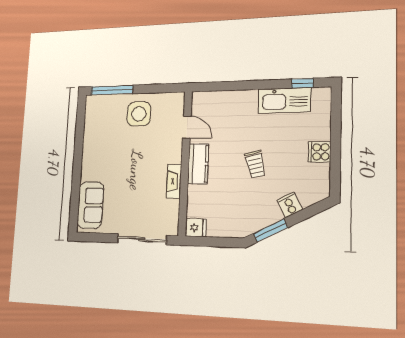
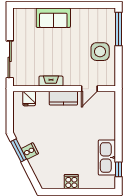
trolley: (255, 164) -> (63, 139), removed
sofa: (90, 205) -> (53, 18), moved
cooker: (290, 205) -> (30, 151), moved
fridge: (196, 228) -> (29, 98), moved

